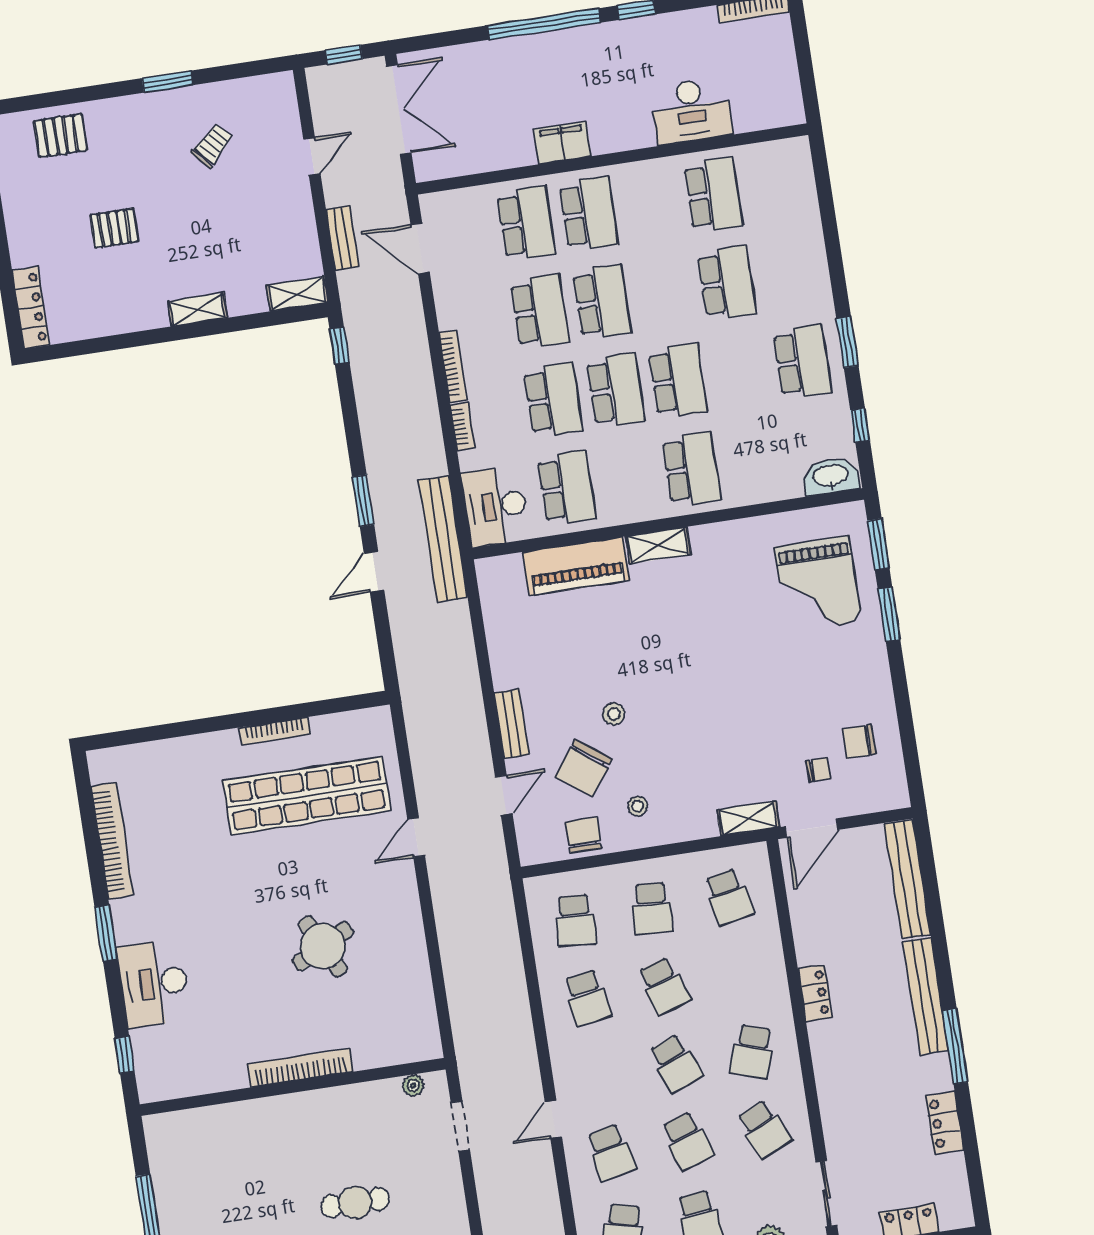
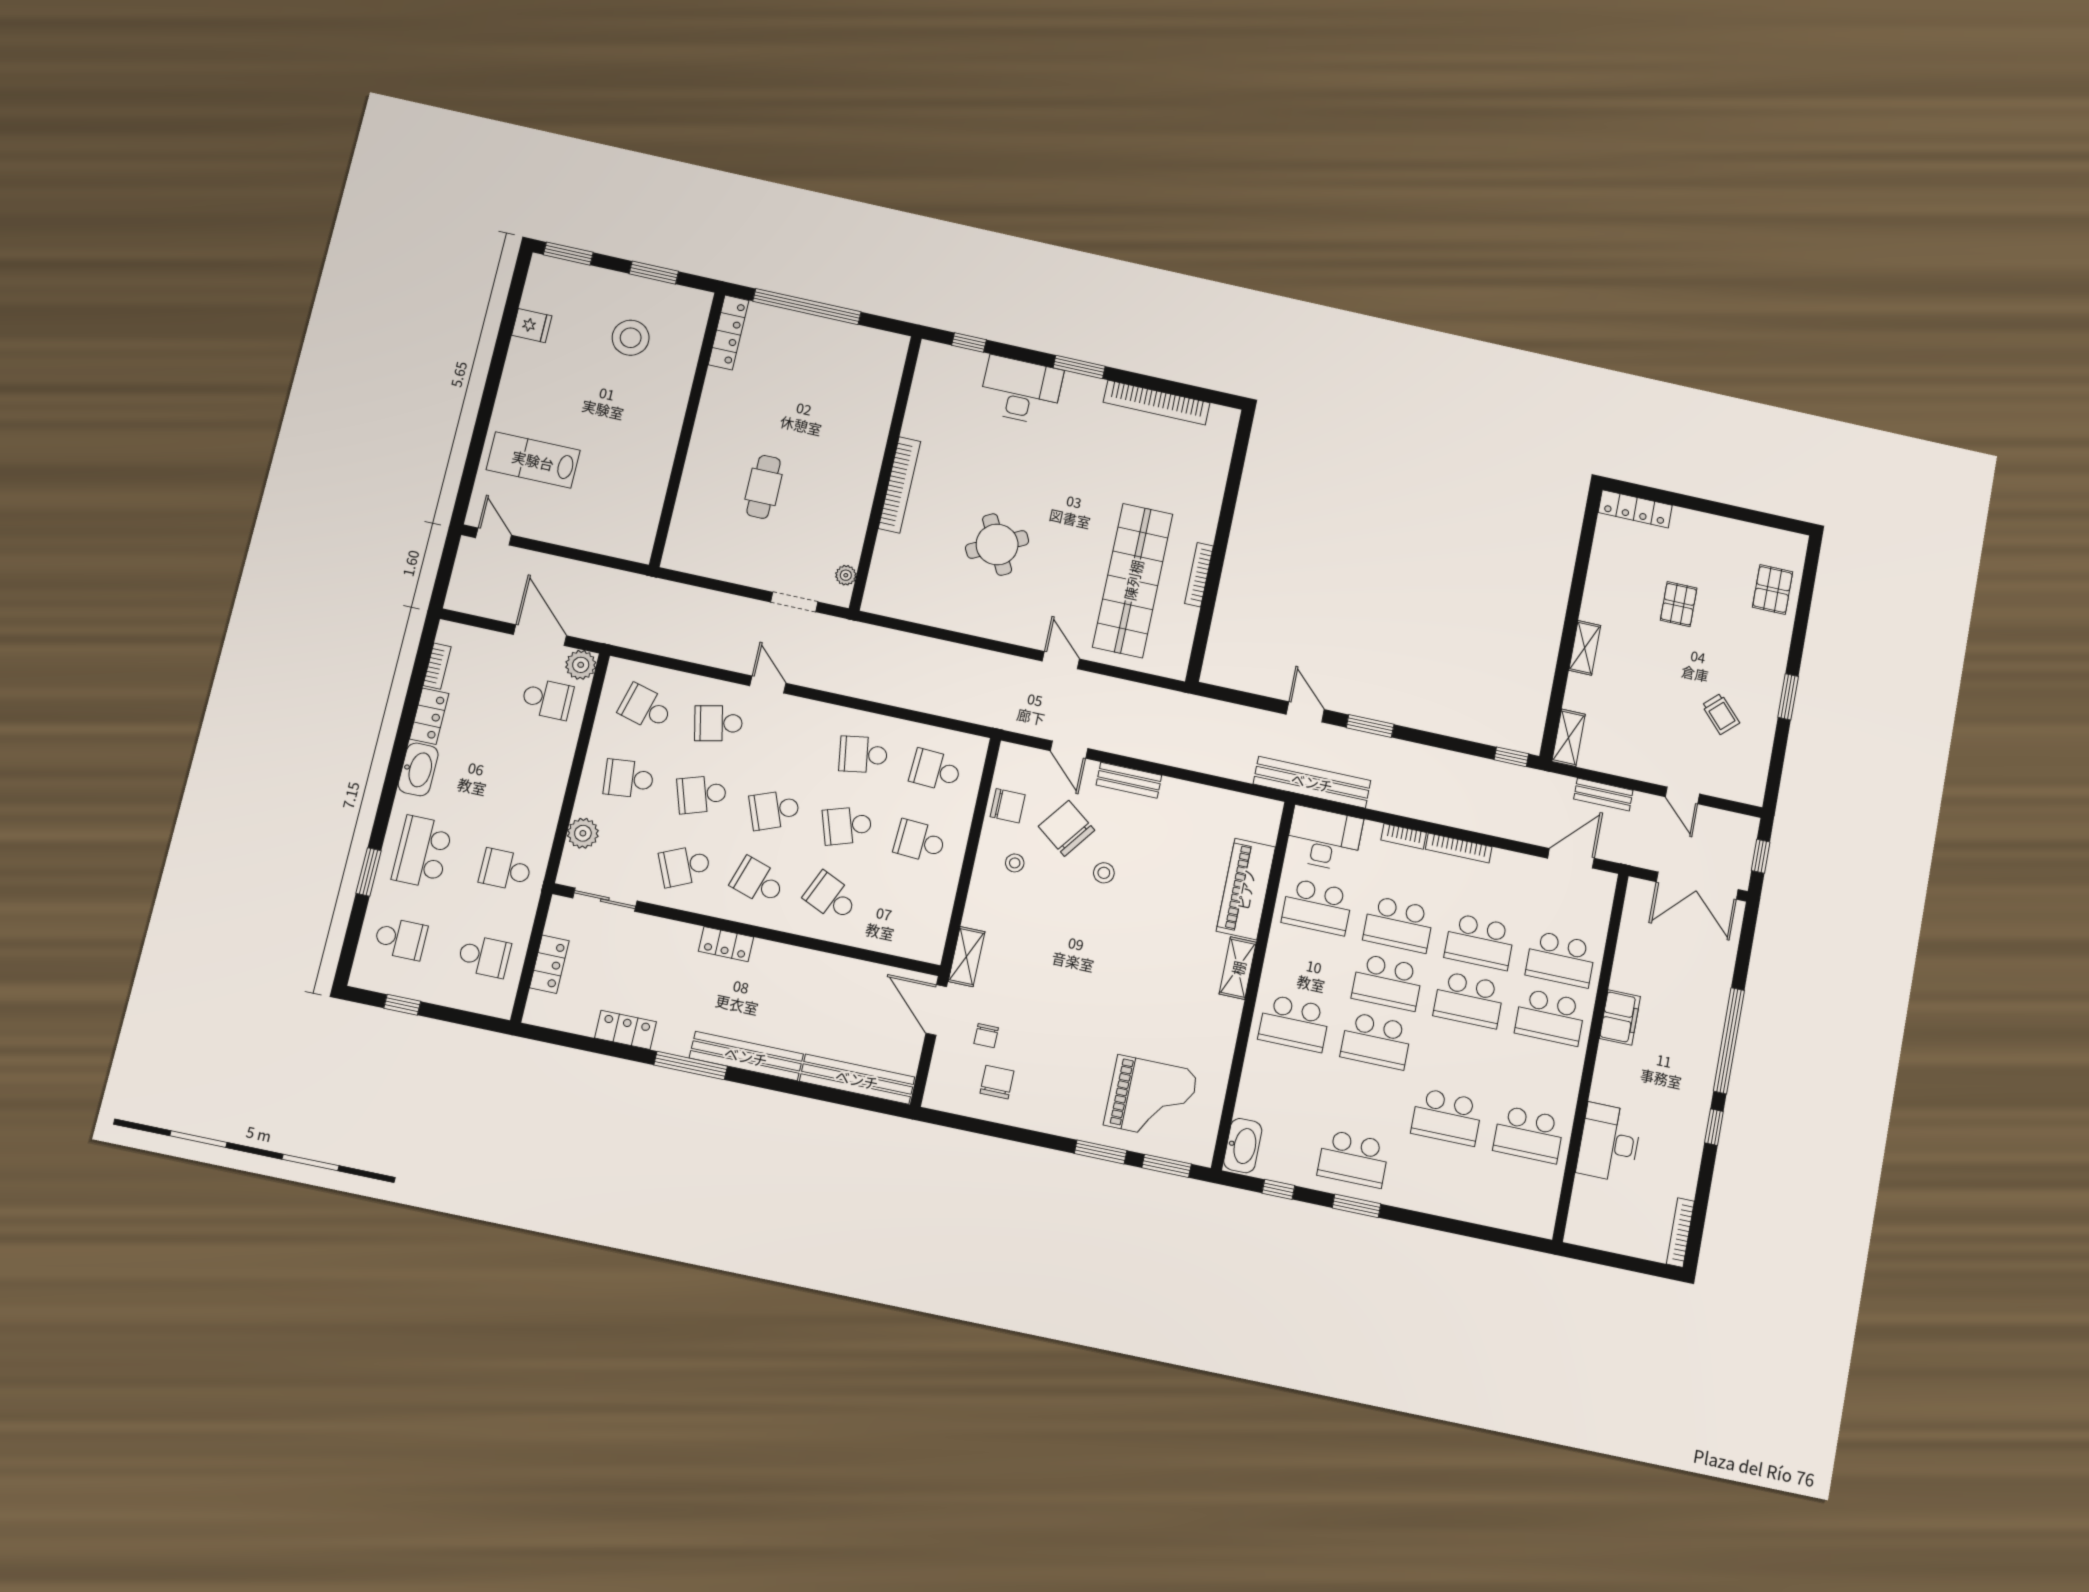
grand piano: (818, 584) -> (1151, 1098), turned 180
school desk: (729, 897) -> (831, 897), moved, turned 36
locker: (815, 993) -> (726, 944), moved

